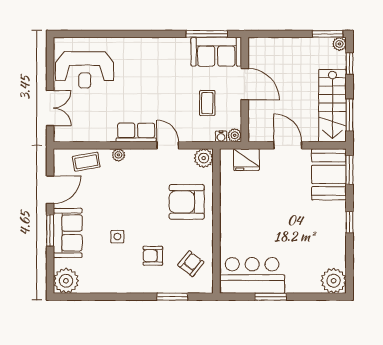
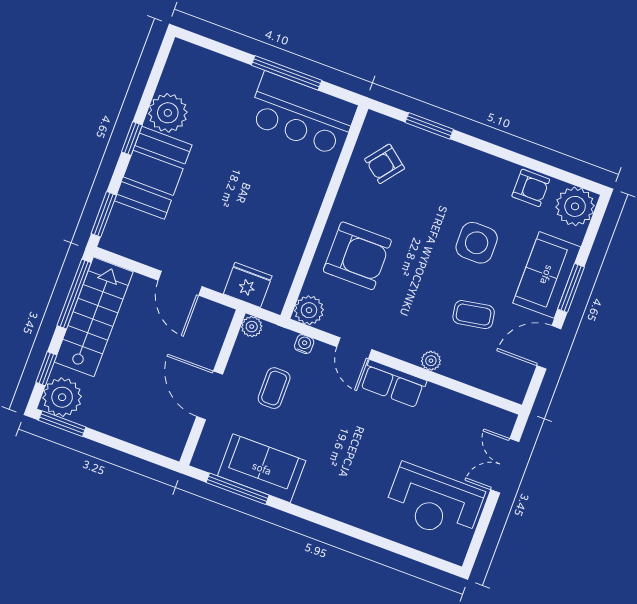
plant: (339, 44) -> (62, 397), width x1.88, depth x1.88
sofa: (216, 52) -> (262, 468), moved
reception desk: (85, 70) -> (434, 502), turned 180
window: (349, 115) -> (74, 294), width x1.44
water cooler: (221, 136) -> (304, 344), moved
coffee table: (86, 162) -> (474, 315), moved
booth: (329, 174) -> (153, 173), moved
side table: (117, 237) -> (477, 243), width x1.87, depth x1.87
armchair: (153, 256) -> (531, 188), moved
plant: (334, 281) -> (168, 113), moved
window: (271, 297) -> (286, 73), width x1.44

